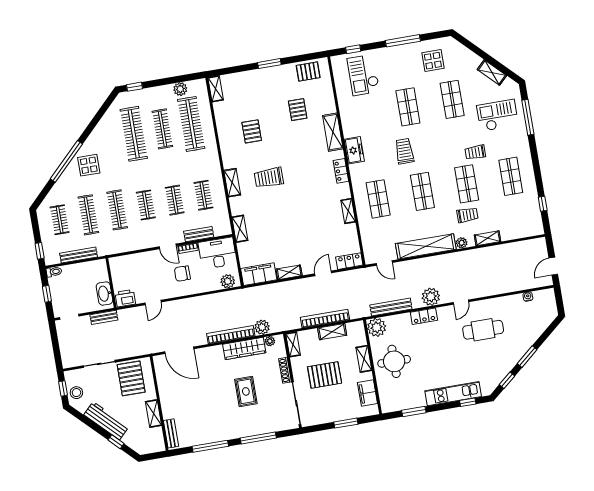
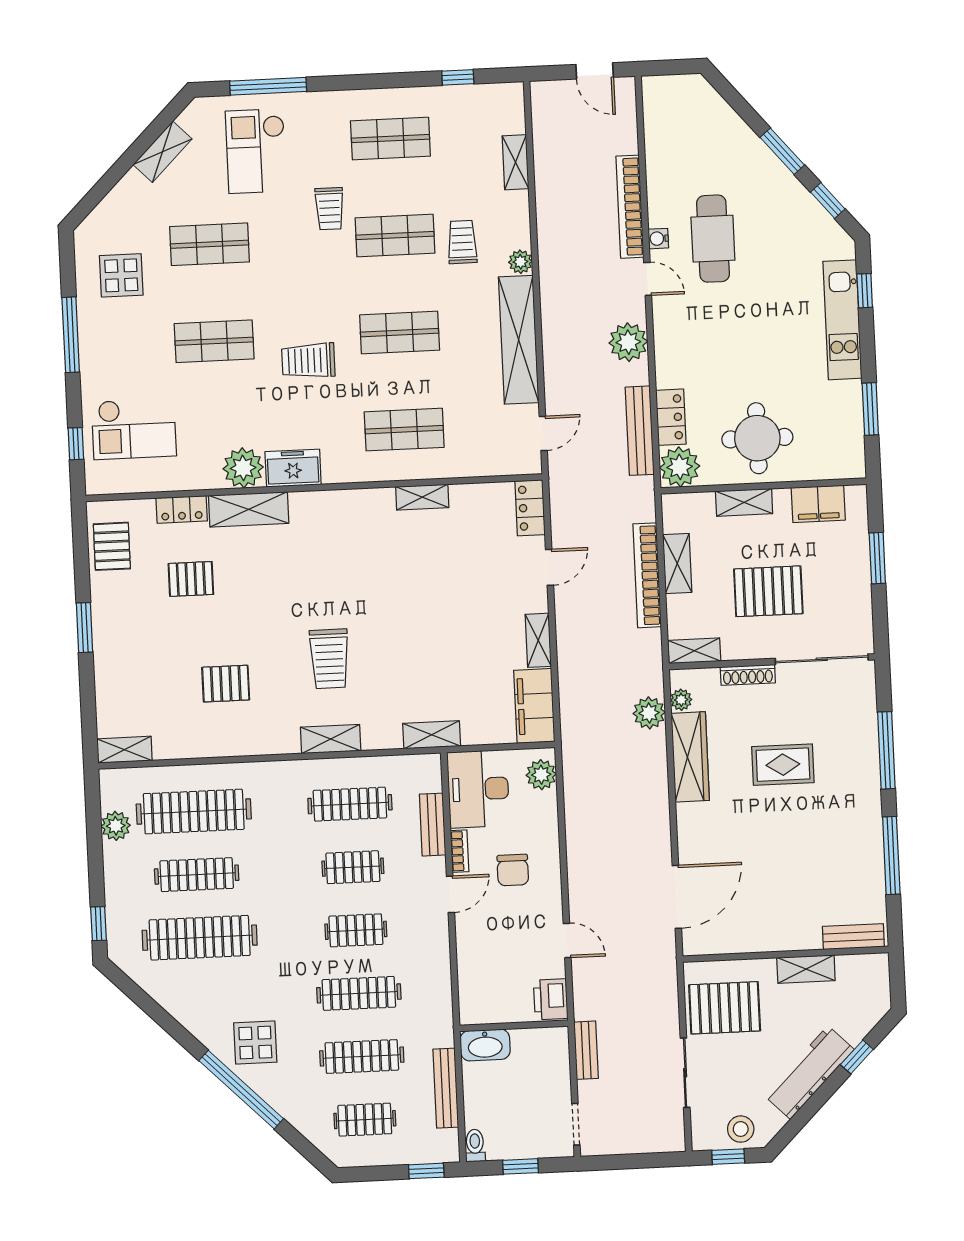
plant: (352, 127) -> (243, 468), added
locker: (341, 171) -> (182, 509), moved
clothes rail: (203, 195) -> (350, 804), width x1.36
shelving: (487, 238) -> (515, 162), moved
door: (323, 273) -> (550, 567), swing flipped
washbasin: (104, 294) -> (485, 1045), moved
water cooler: (528, 297) -> (658, 239), moved
locker: (424, 316) -> (671, 417), moved
bookcase: (231, 335) -> (630, 207), moved
pallet: (325, 375) -> (768, 591), turned 90

